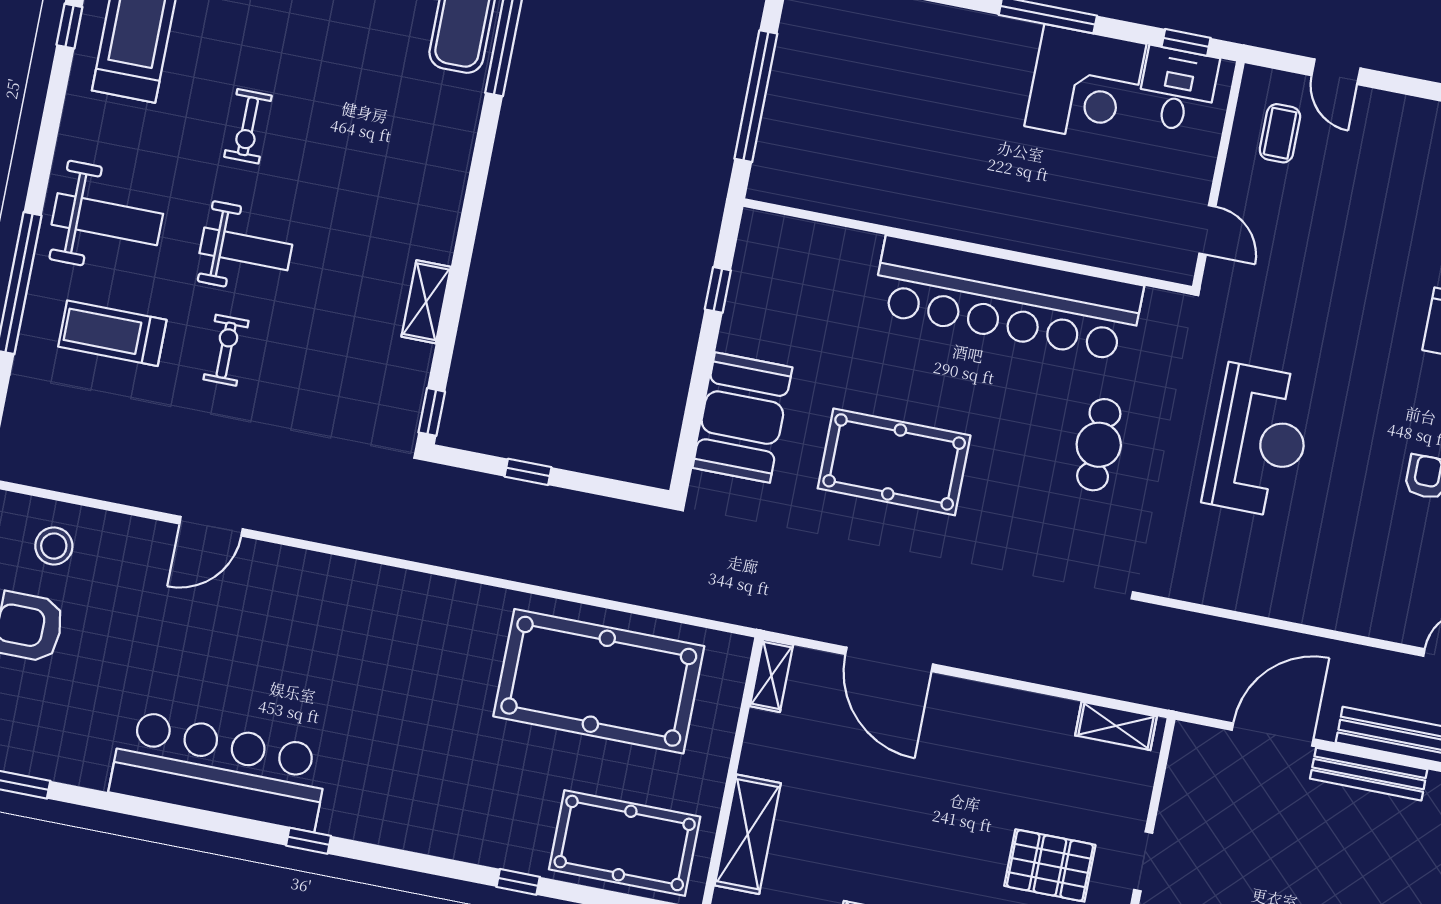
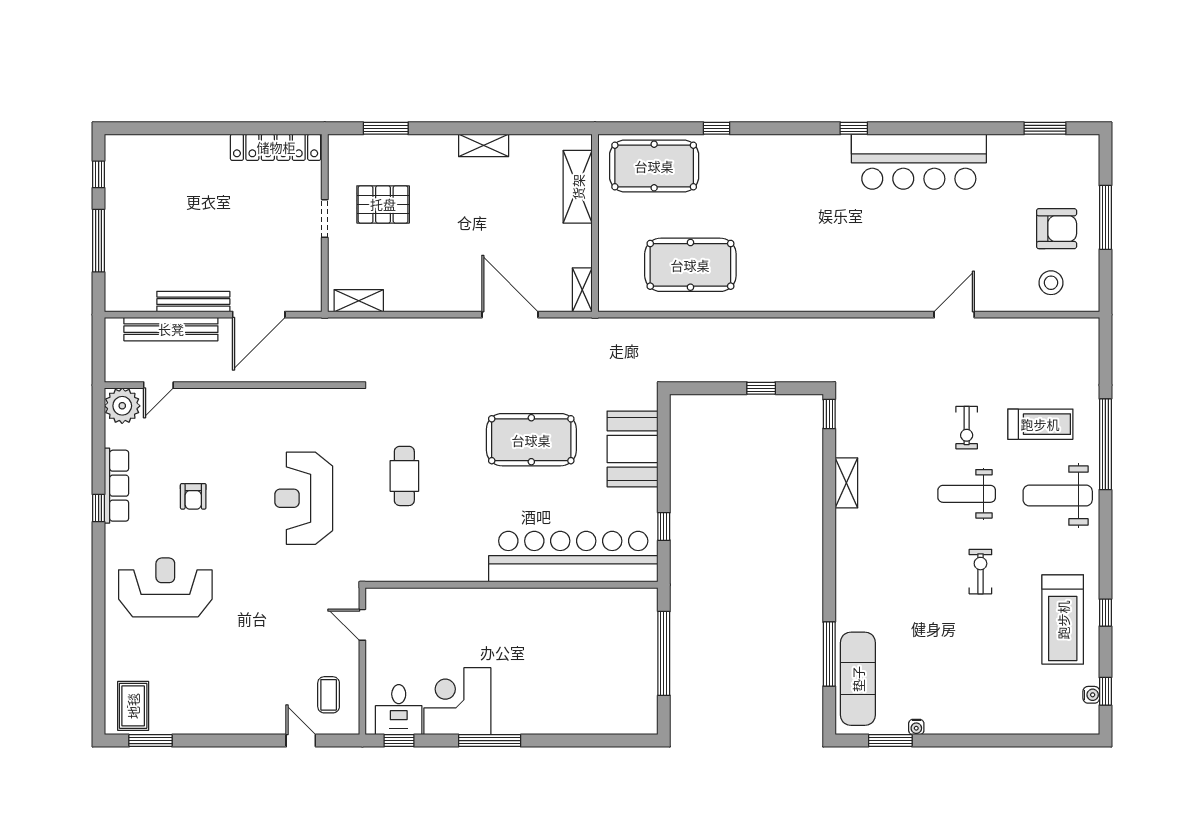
bar counter: (1008, 299) -> (573, 557), moved
pool table: (599, 681) -> (690, 265), width x0.73, depth x0.76

